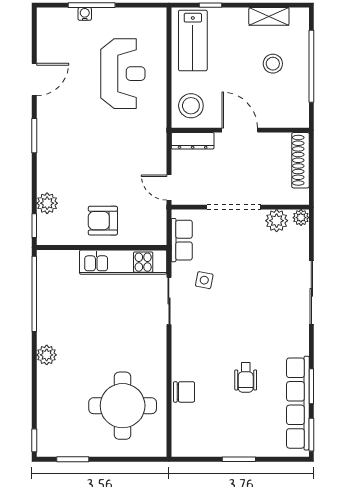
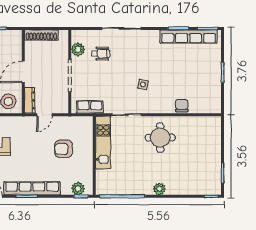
row of seats: (48, 145) -> (32, 188), added
door: (169, 188) -> (44, 115), moved
plant: (47, 203) -> (78, 189), moved
plant: (301, 218) -> (76, 35), removed
armchair: (103, 221) -> (64, 149), moved, turned 90
side table: (204, 280) -> (143, 84), moved
wheelchair: (246, 378) -> (101, 54), moved
round table: (123, 406) -> (160, 138), moved, width x0.73, depth x0.73

